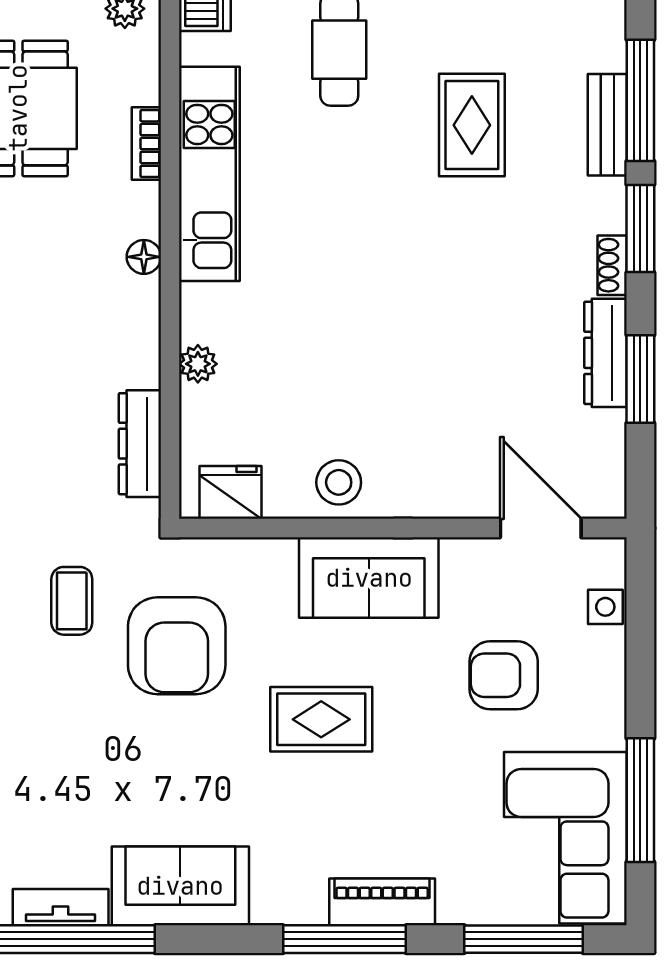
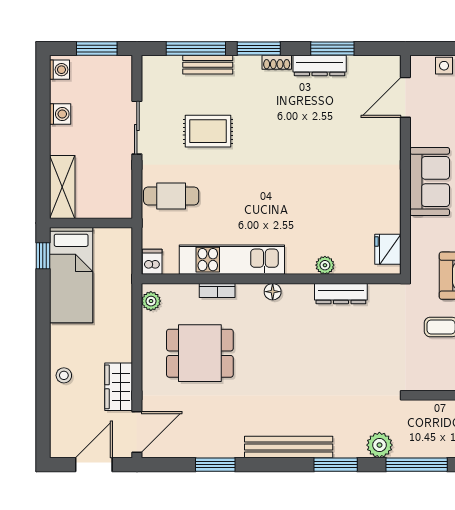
dresser: (140, 444) -> (341, 294), moved
stool: (339, 482) -> (383, 196), removed

